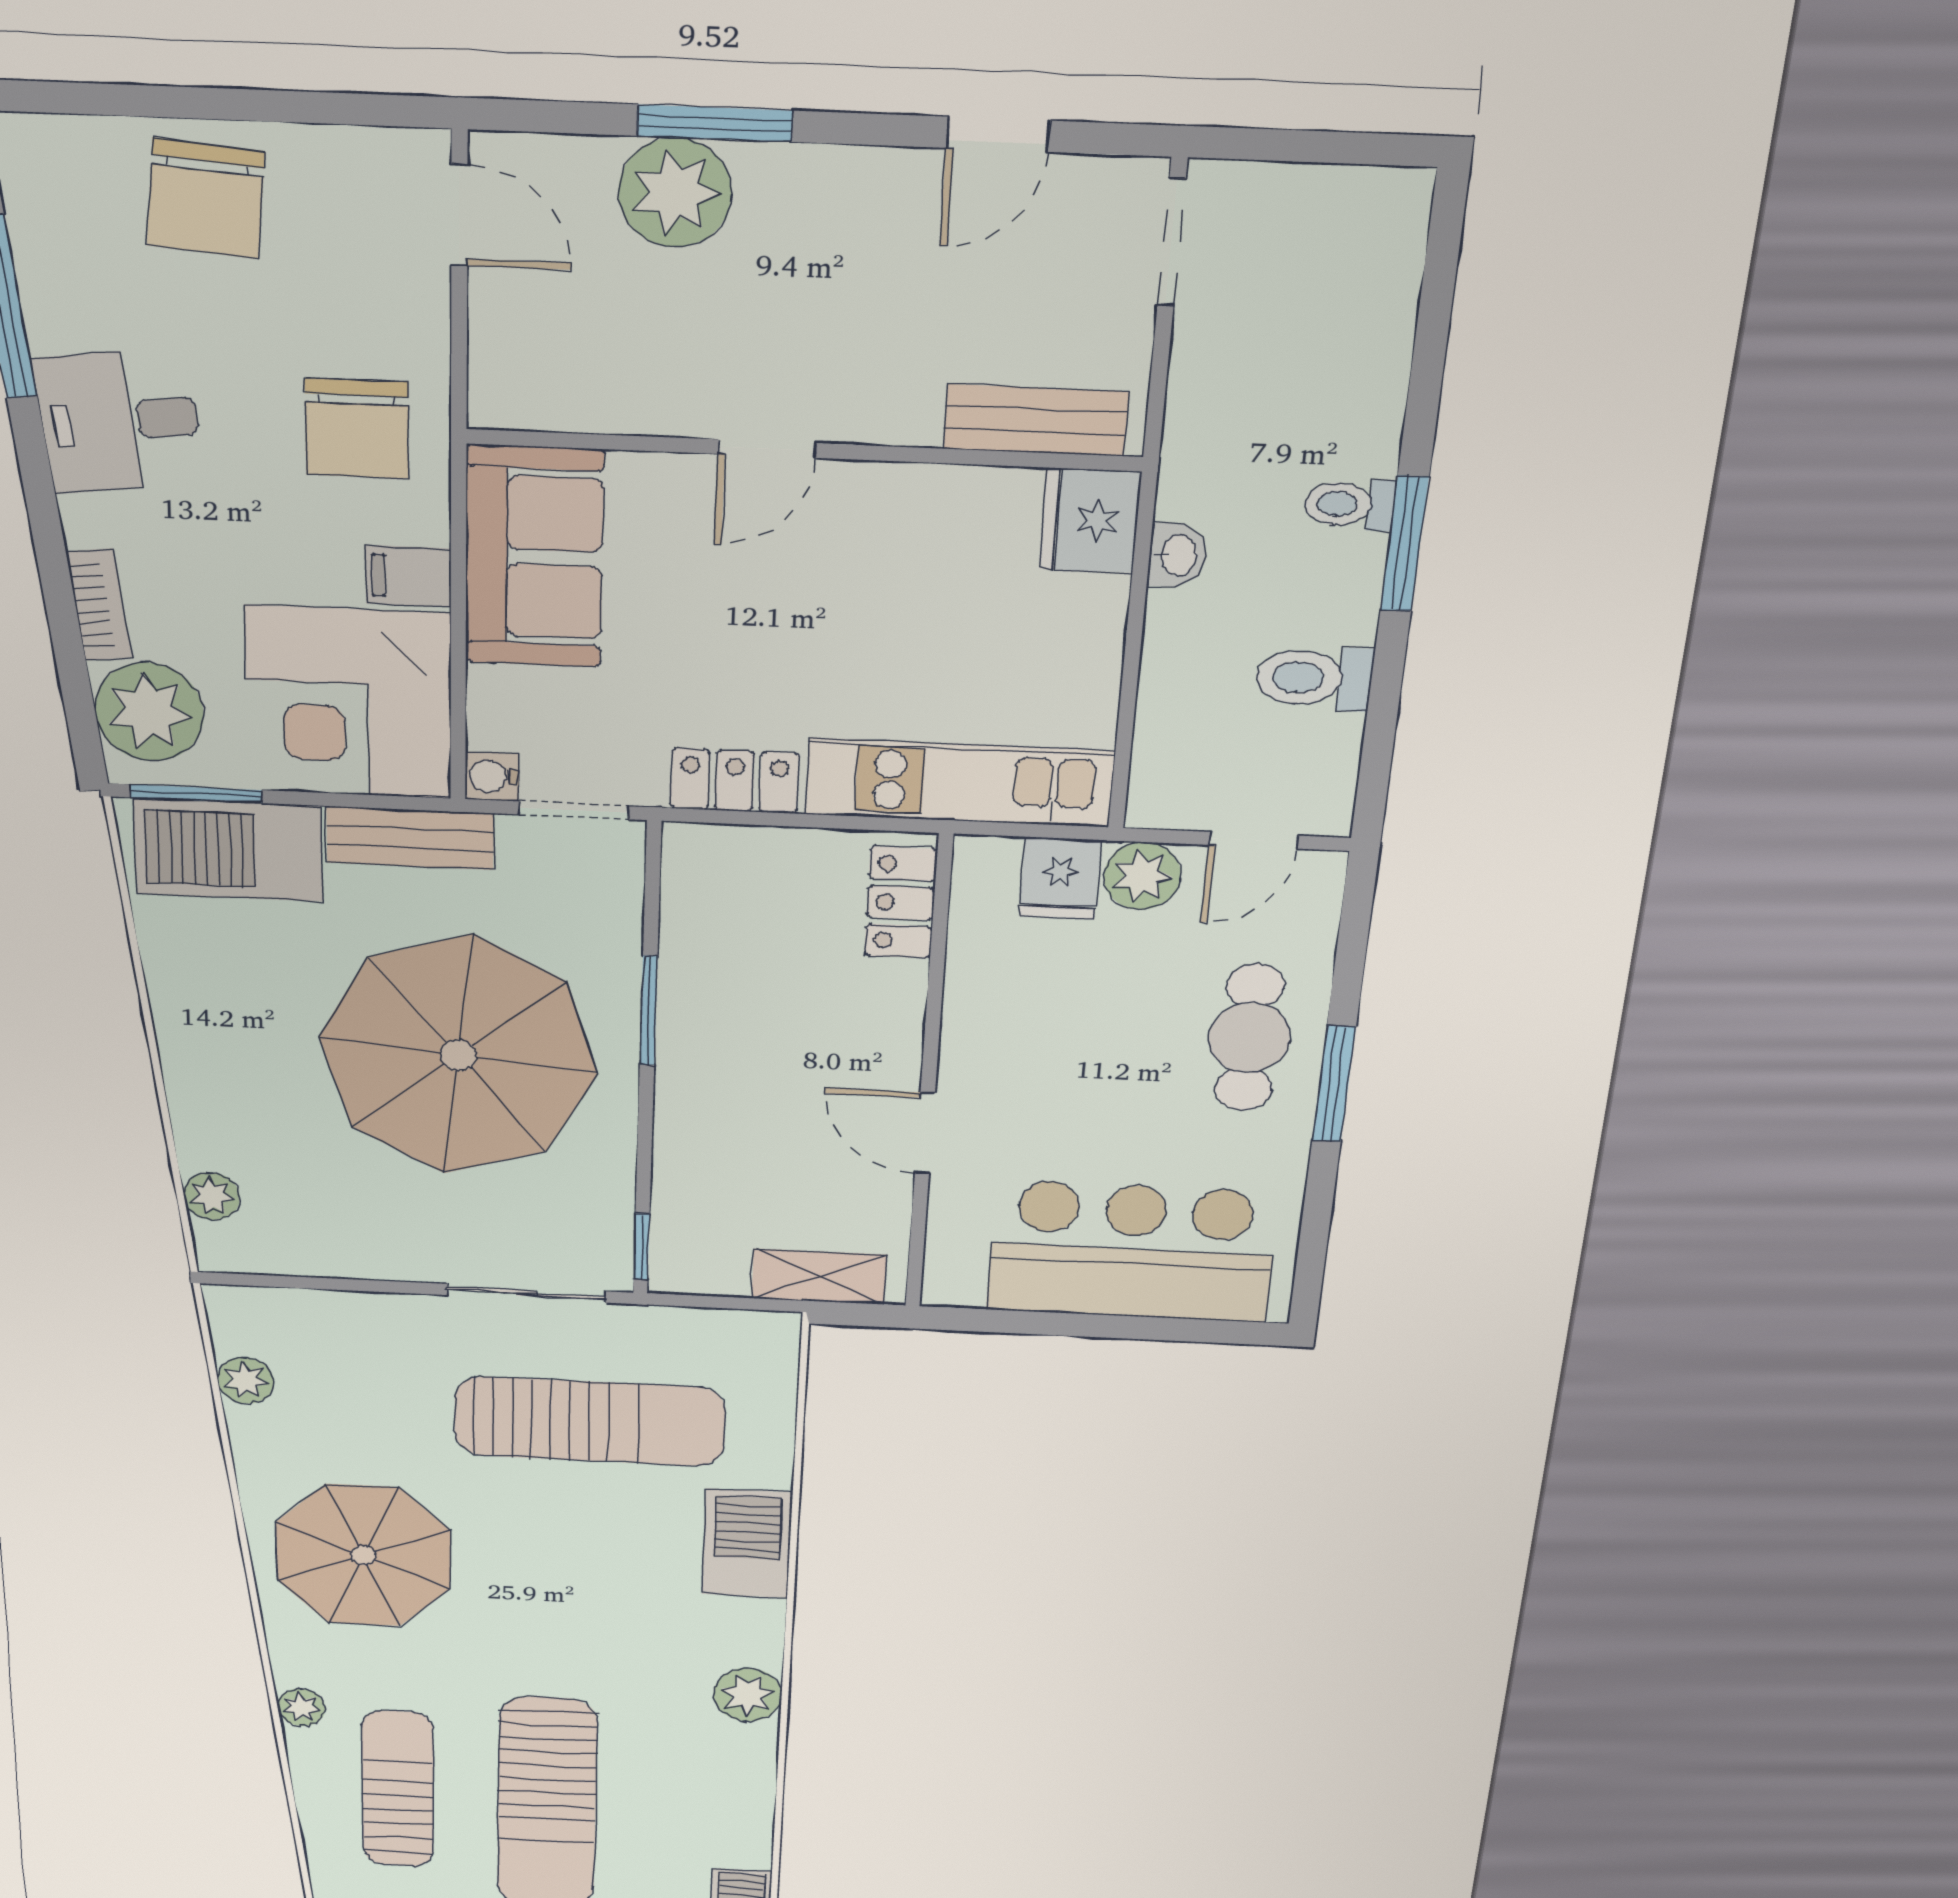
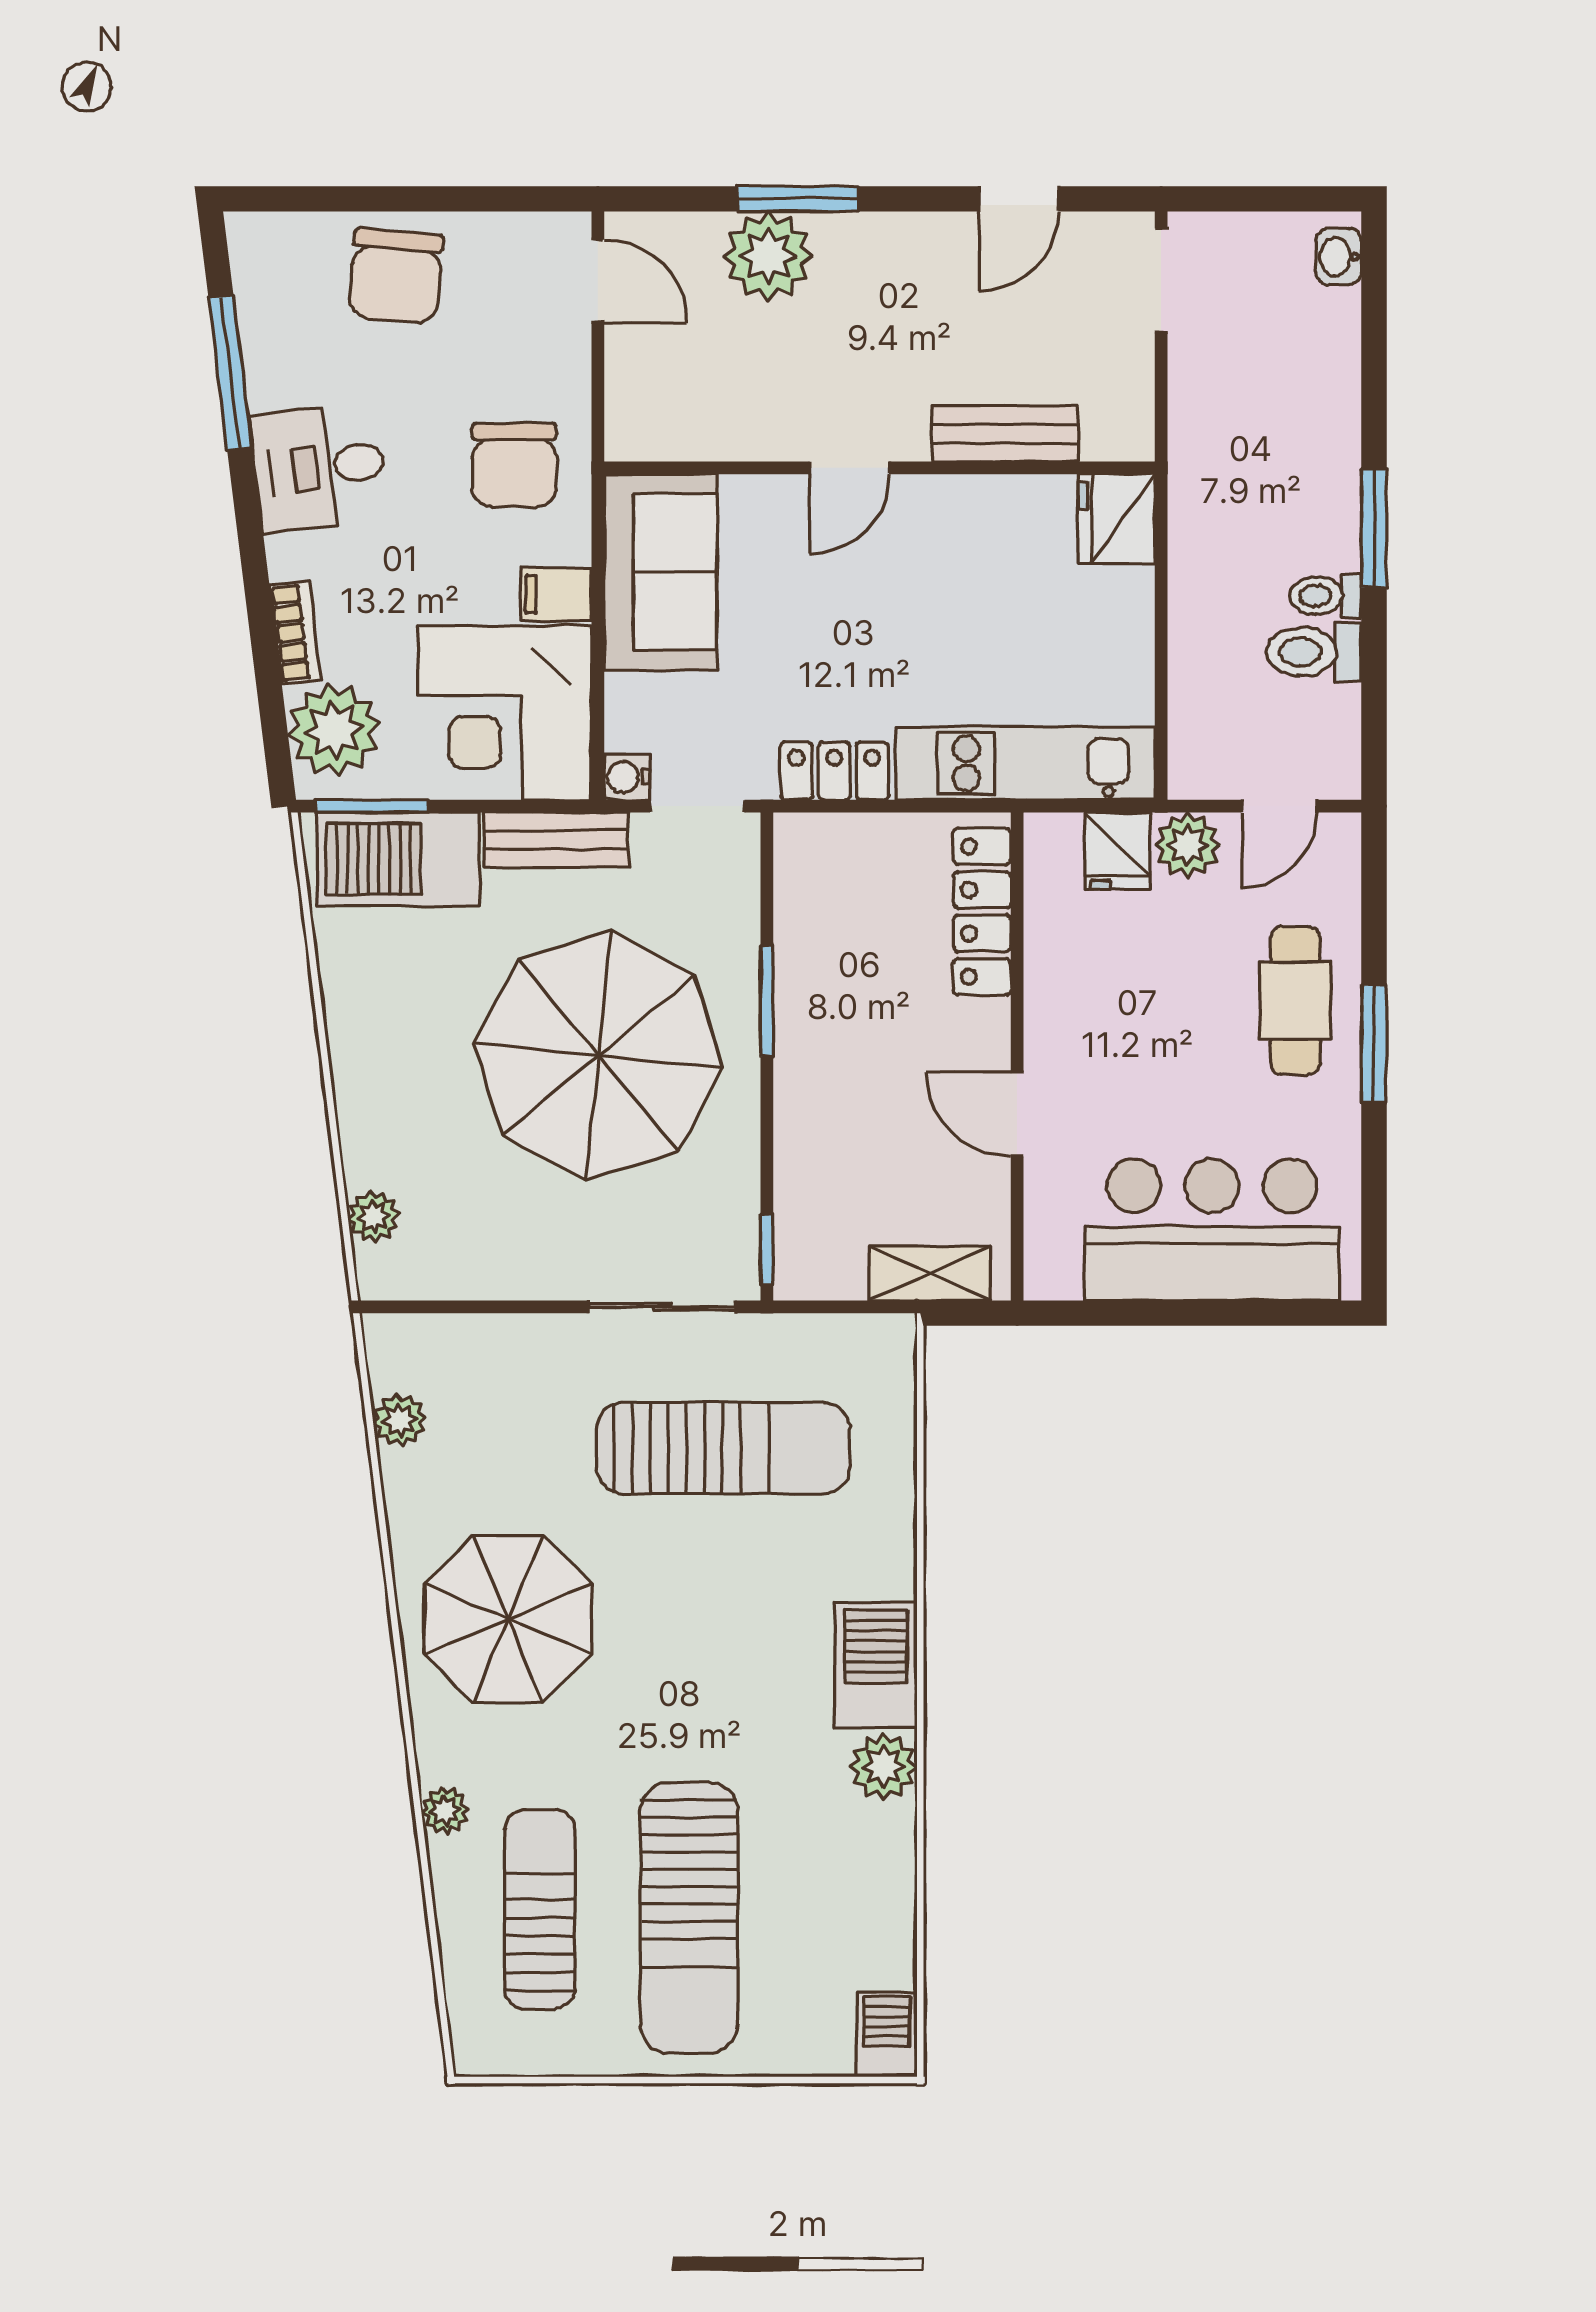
bench: (1036, 420) -> (1005, 434), moved
toilet: (1349, 504) -> (1326, 596), moved
washbasin: (1177, 555) -> (1339, 257), moved, turned 180
locker: (901, 903) -> (982, 912), width x1.53
barbecue: (747, 1544) -> (876, 1665), moved

